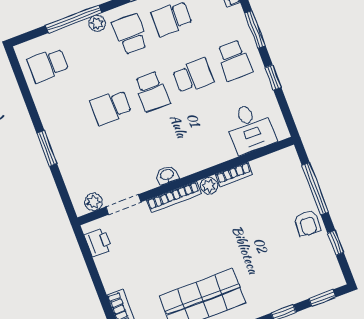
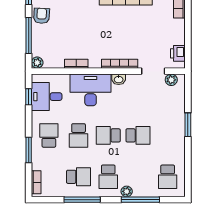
school desk: (48, 65) -> (168, 177), turned 90
school desk: (193, 76) -> (79, 135), turned -90
window: (273, 77) -> (29, 97), moved
school desk: (152, 92) -> (108, 135), turned -90
desk: (250, 128) -> (47, 97), moved, turned -90
desk: (200, 146) -> (91, 90), added
plant: (209, 186) -> (37, 63), moved

